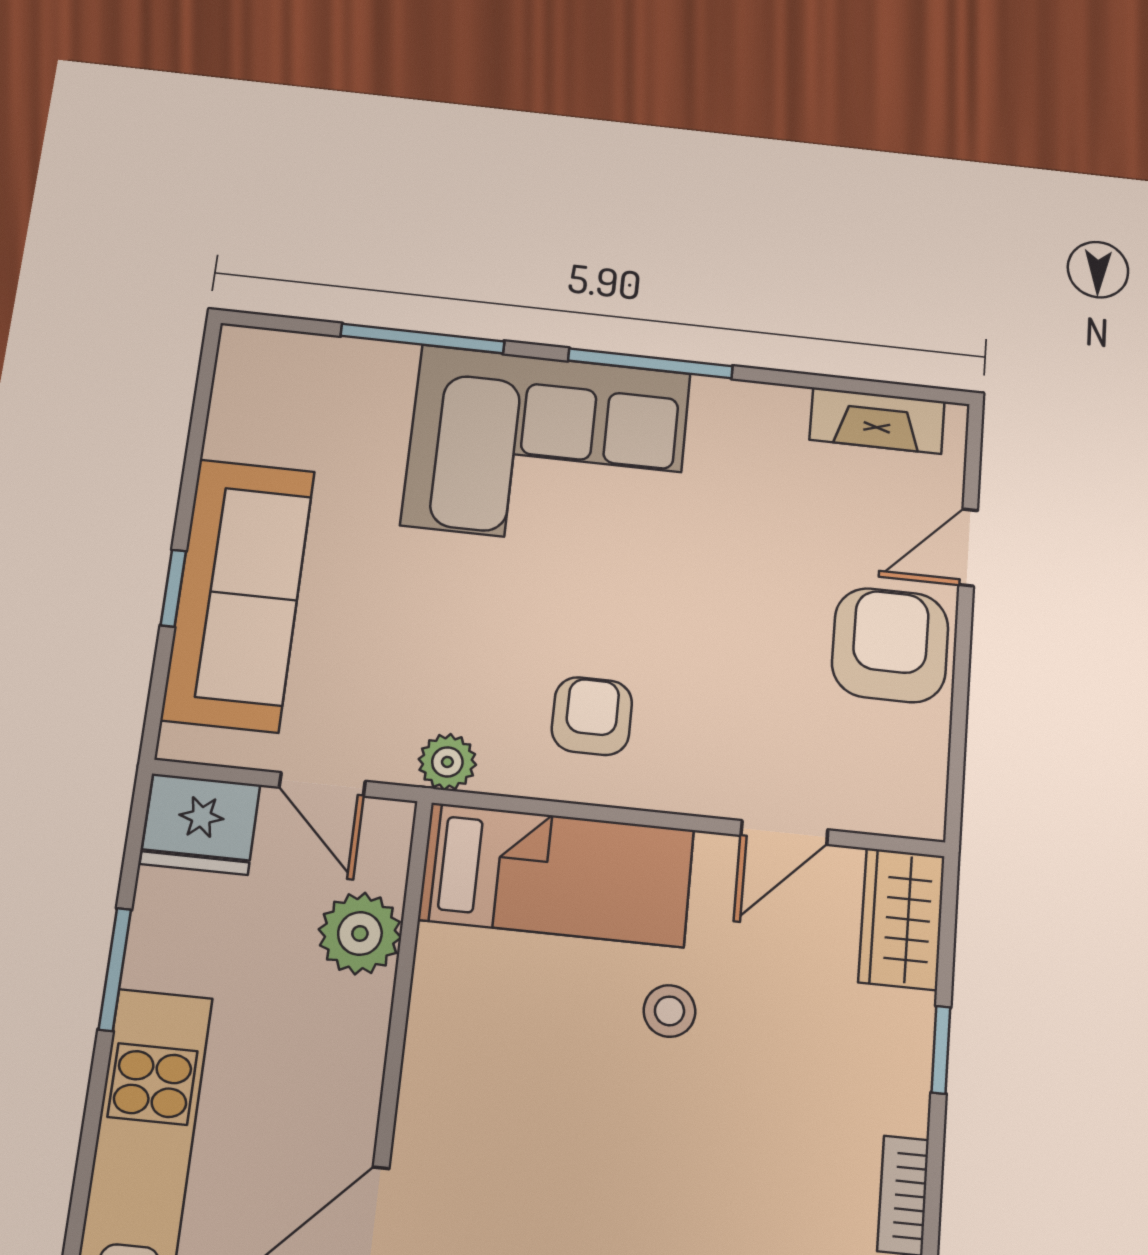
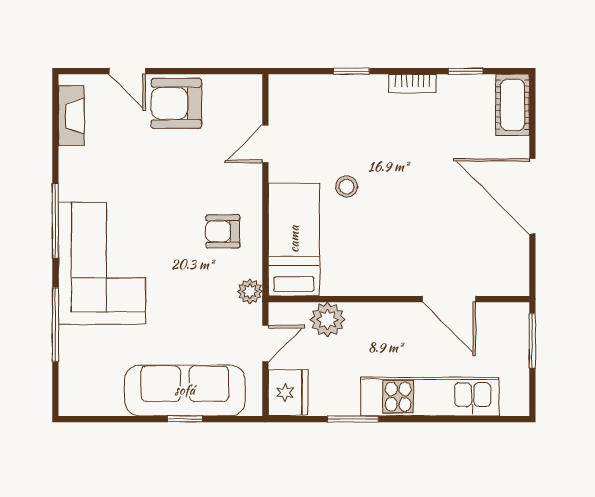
door: (784, 833) -> (265, 144), swing flipped
wardrobe: (902, 919) -> (297, 91), removed

